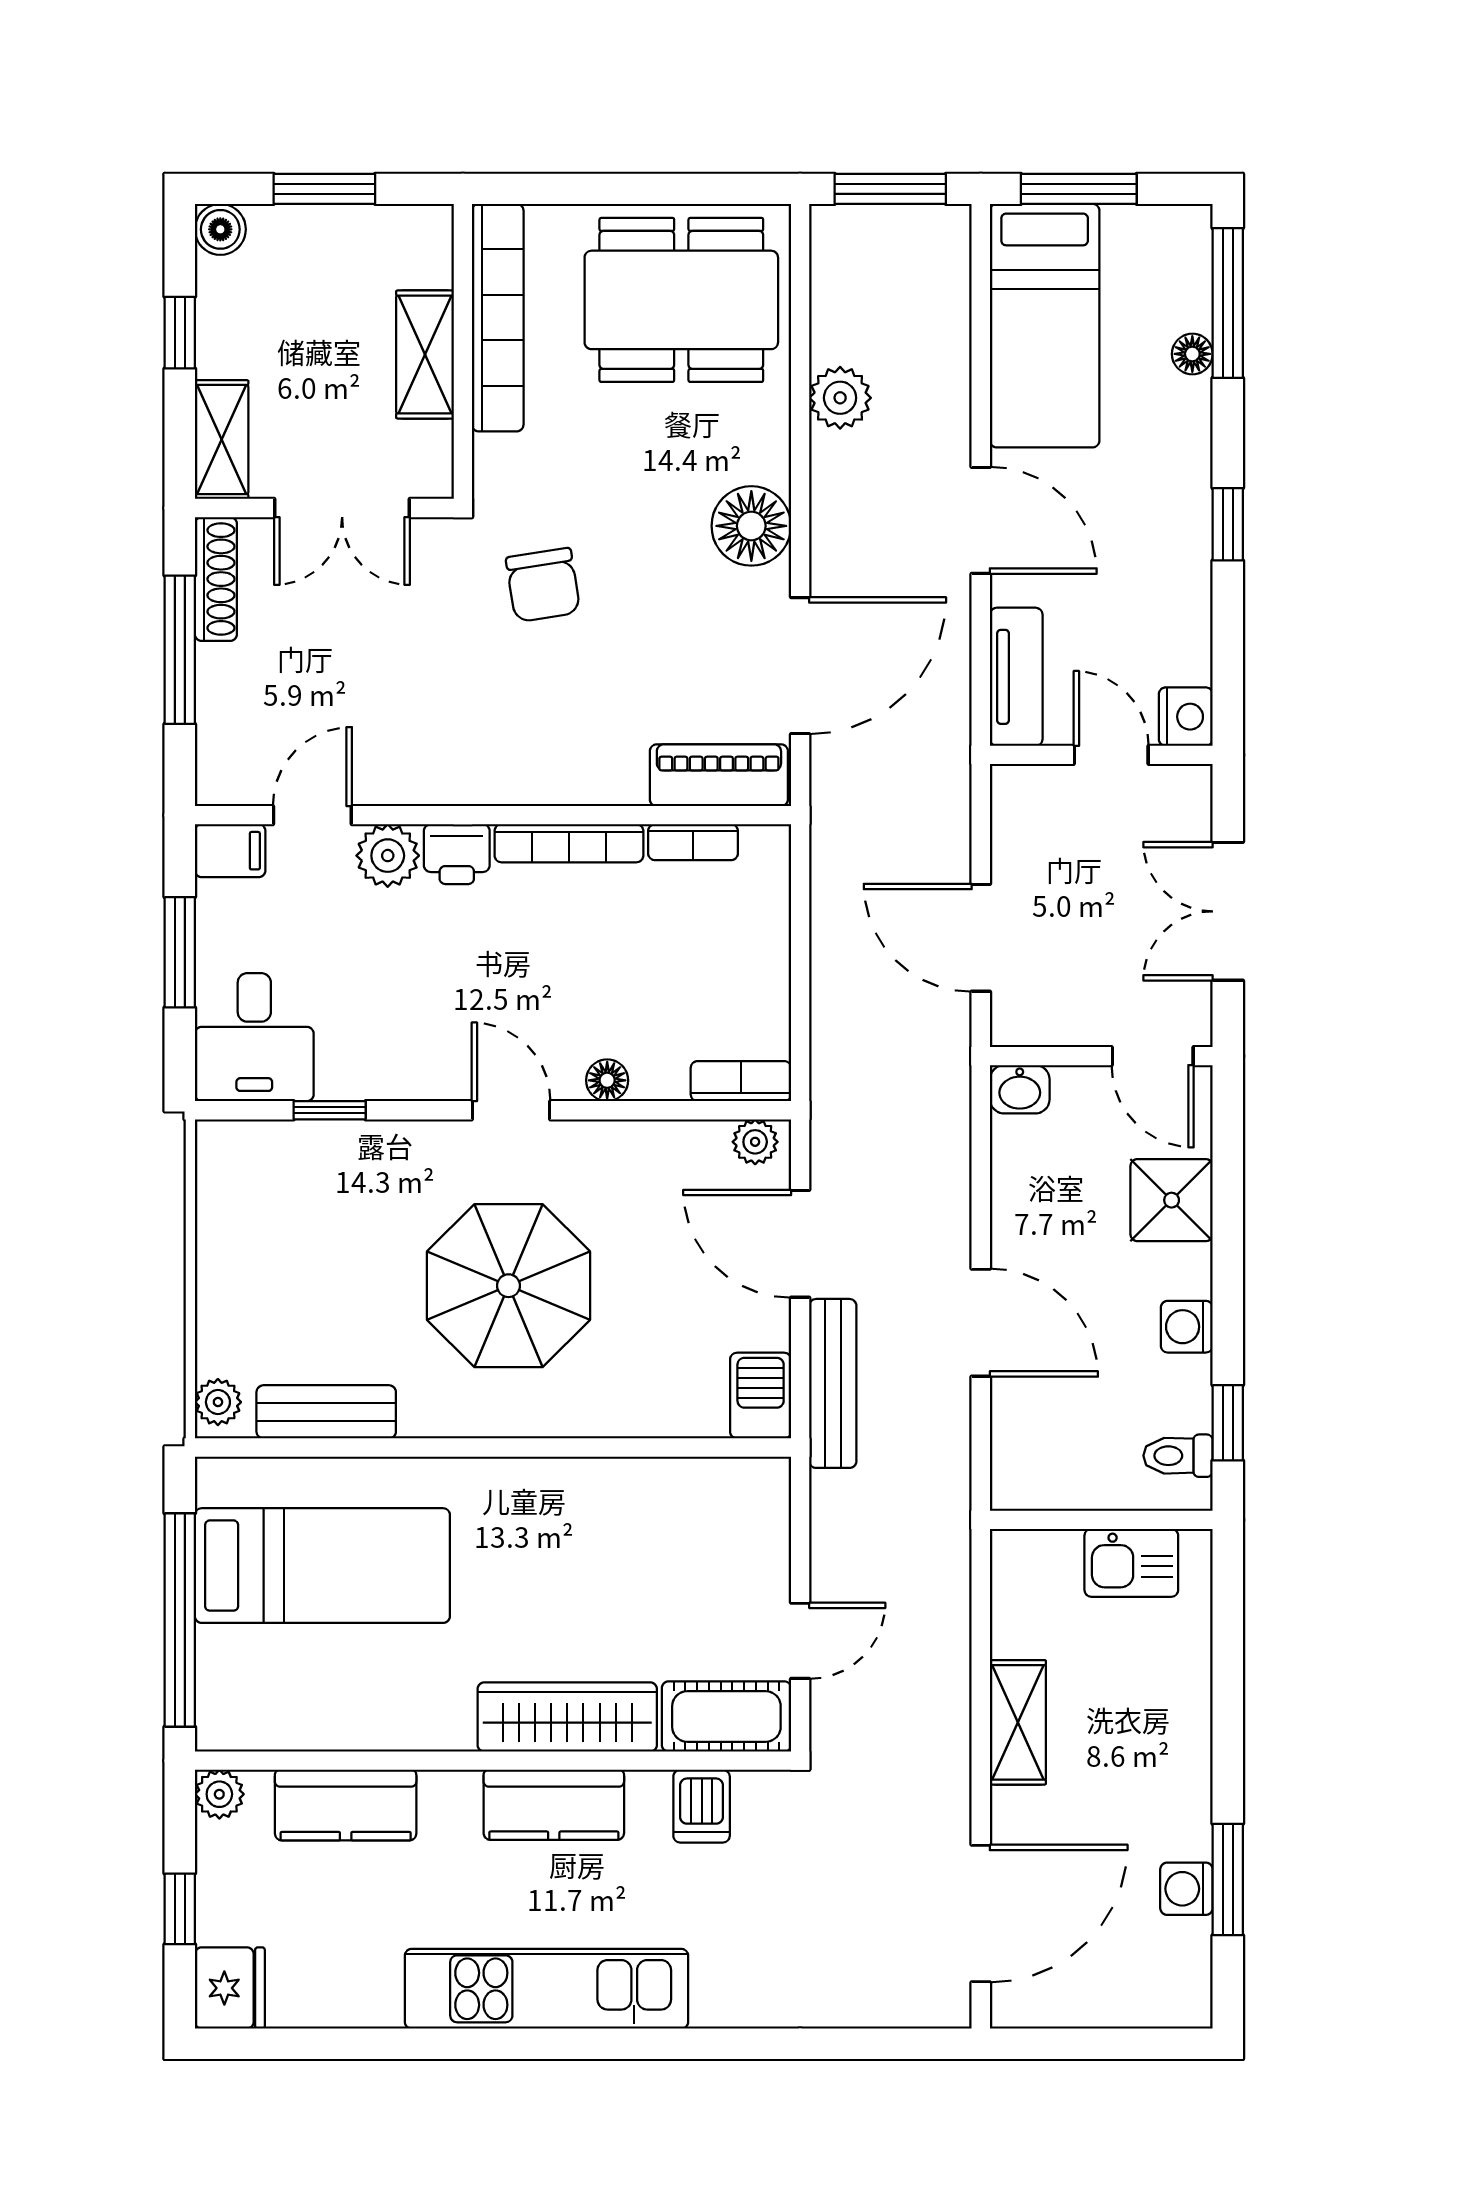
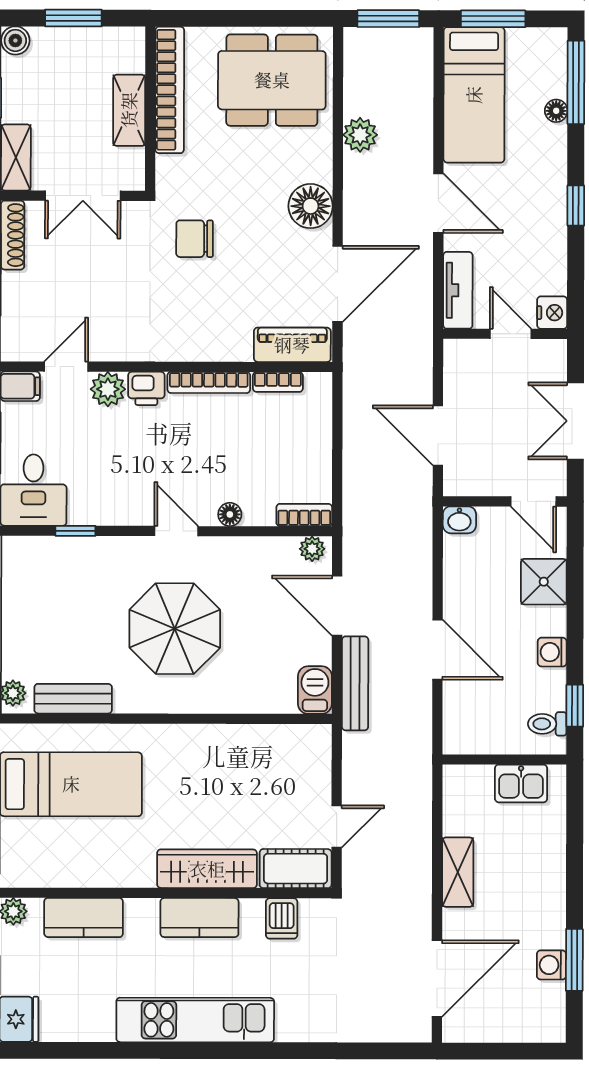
chair: (543, 585) -> (195, 239), turned 99

